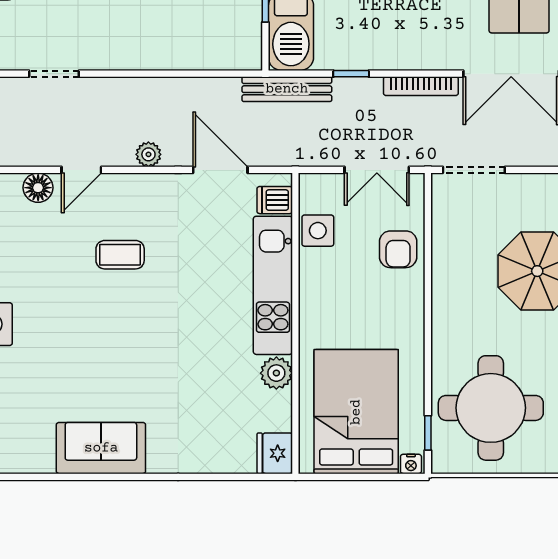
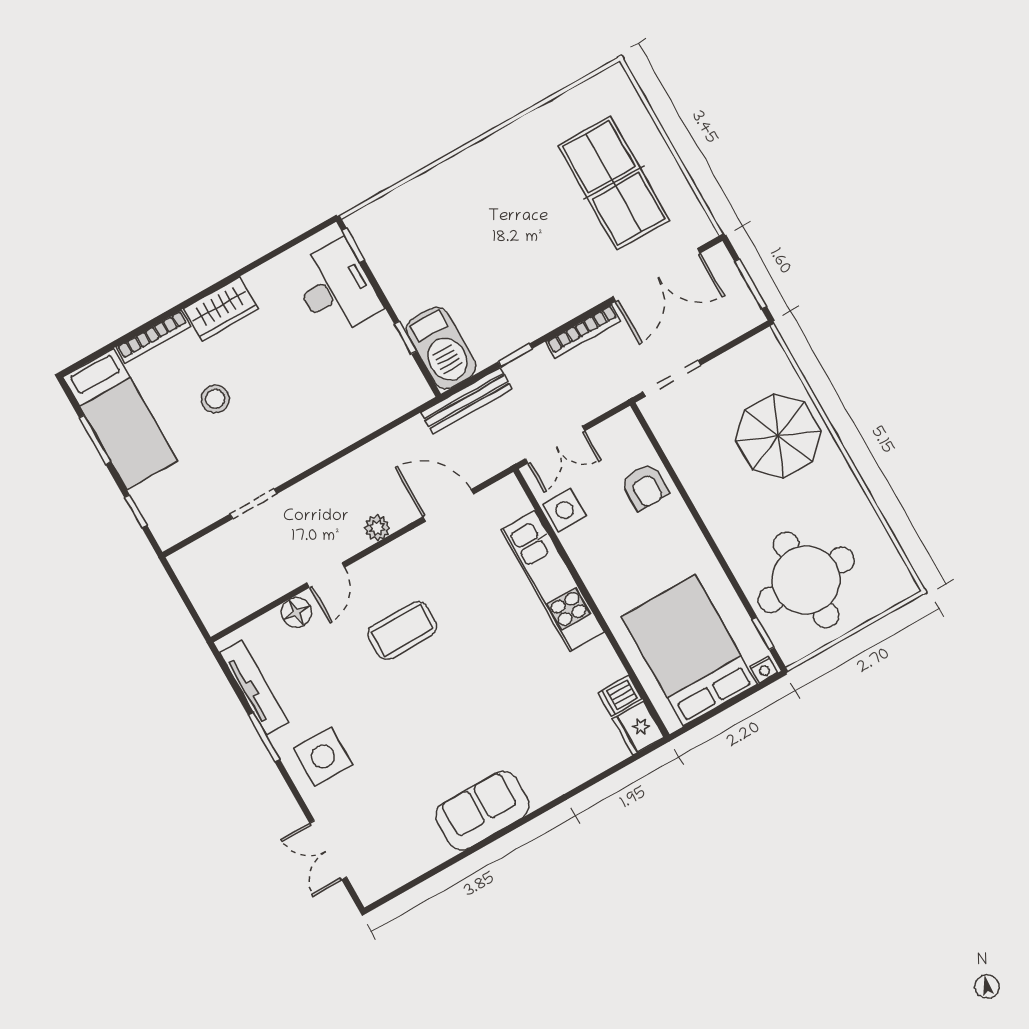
double door: (377, 170) -> (555, 445), moved
dishwasher: (275, 200) -> (620, 696), moved
coffee table: (120, 255) -> (402, 630), width x1.36, depth x1.30
plant: (276, 373) -> (599, 656), removed

